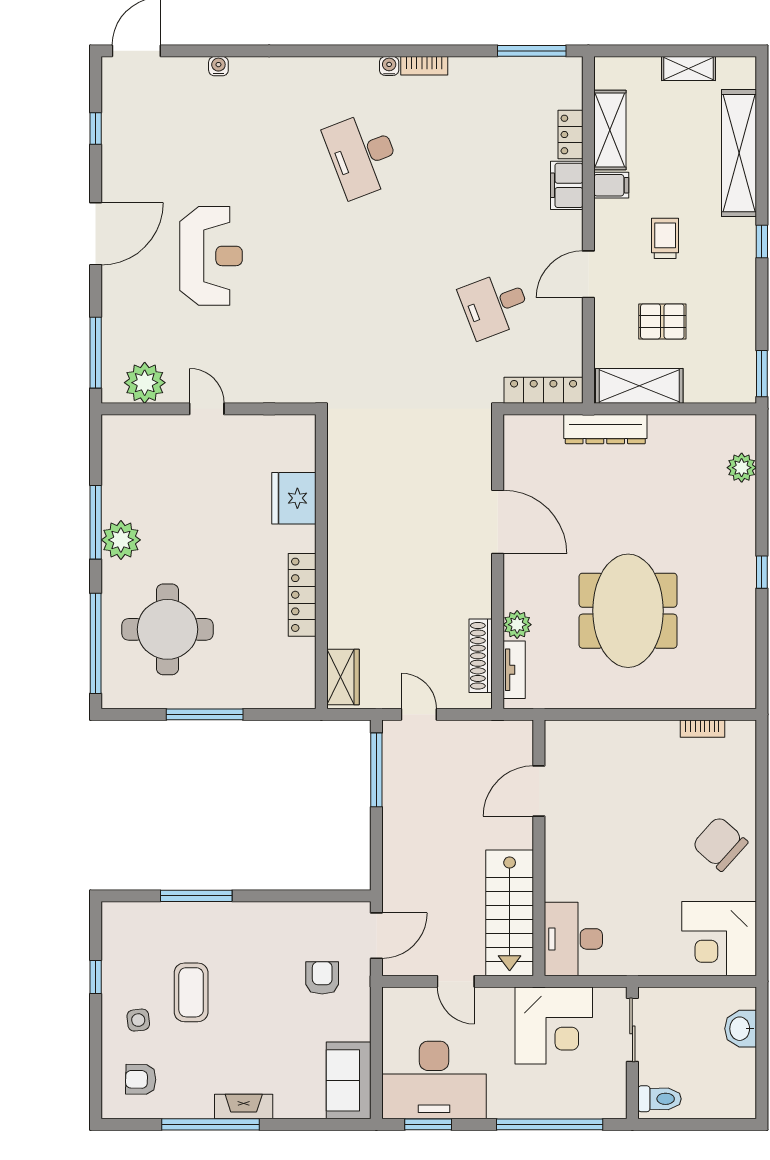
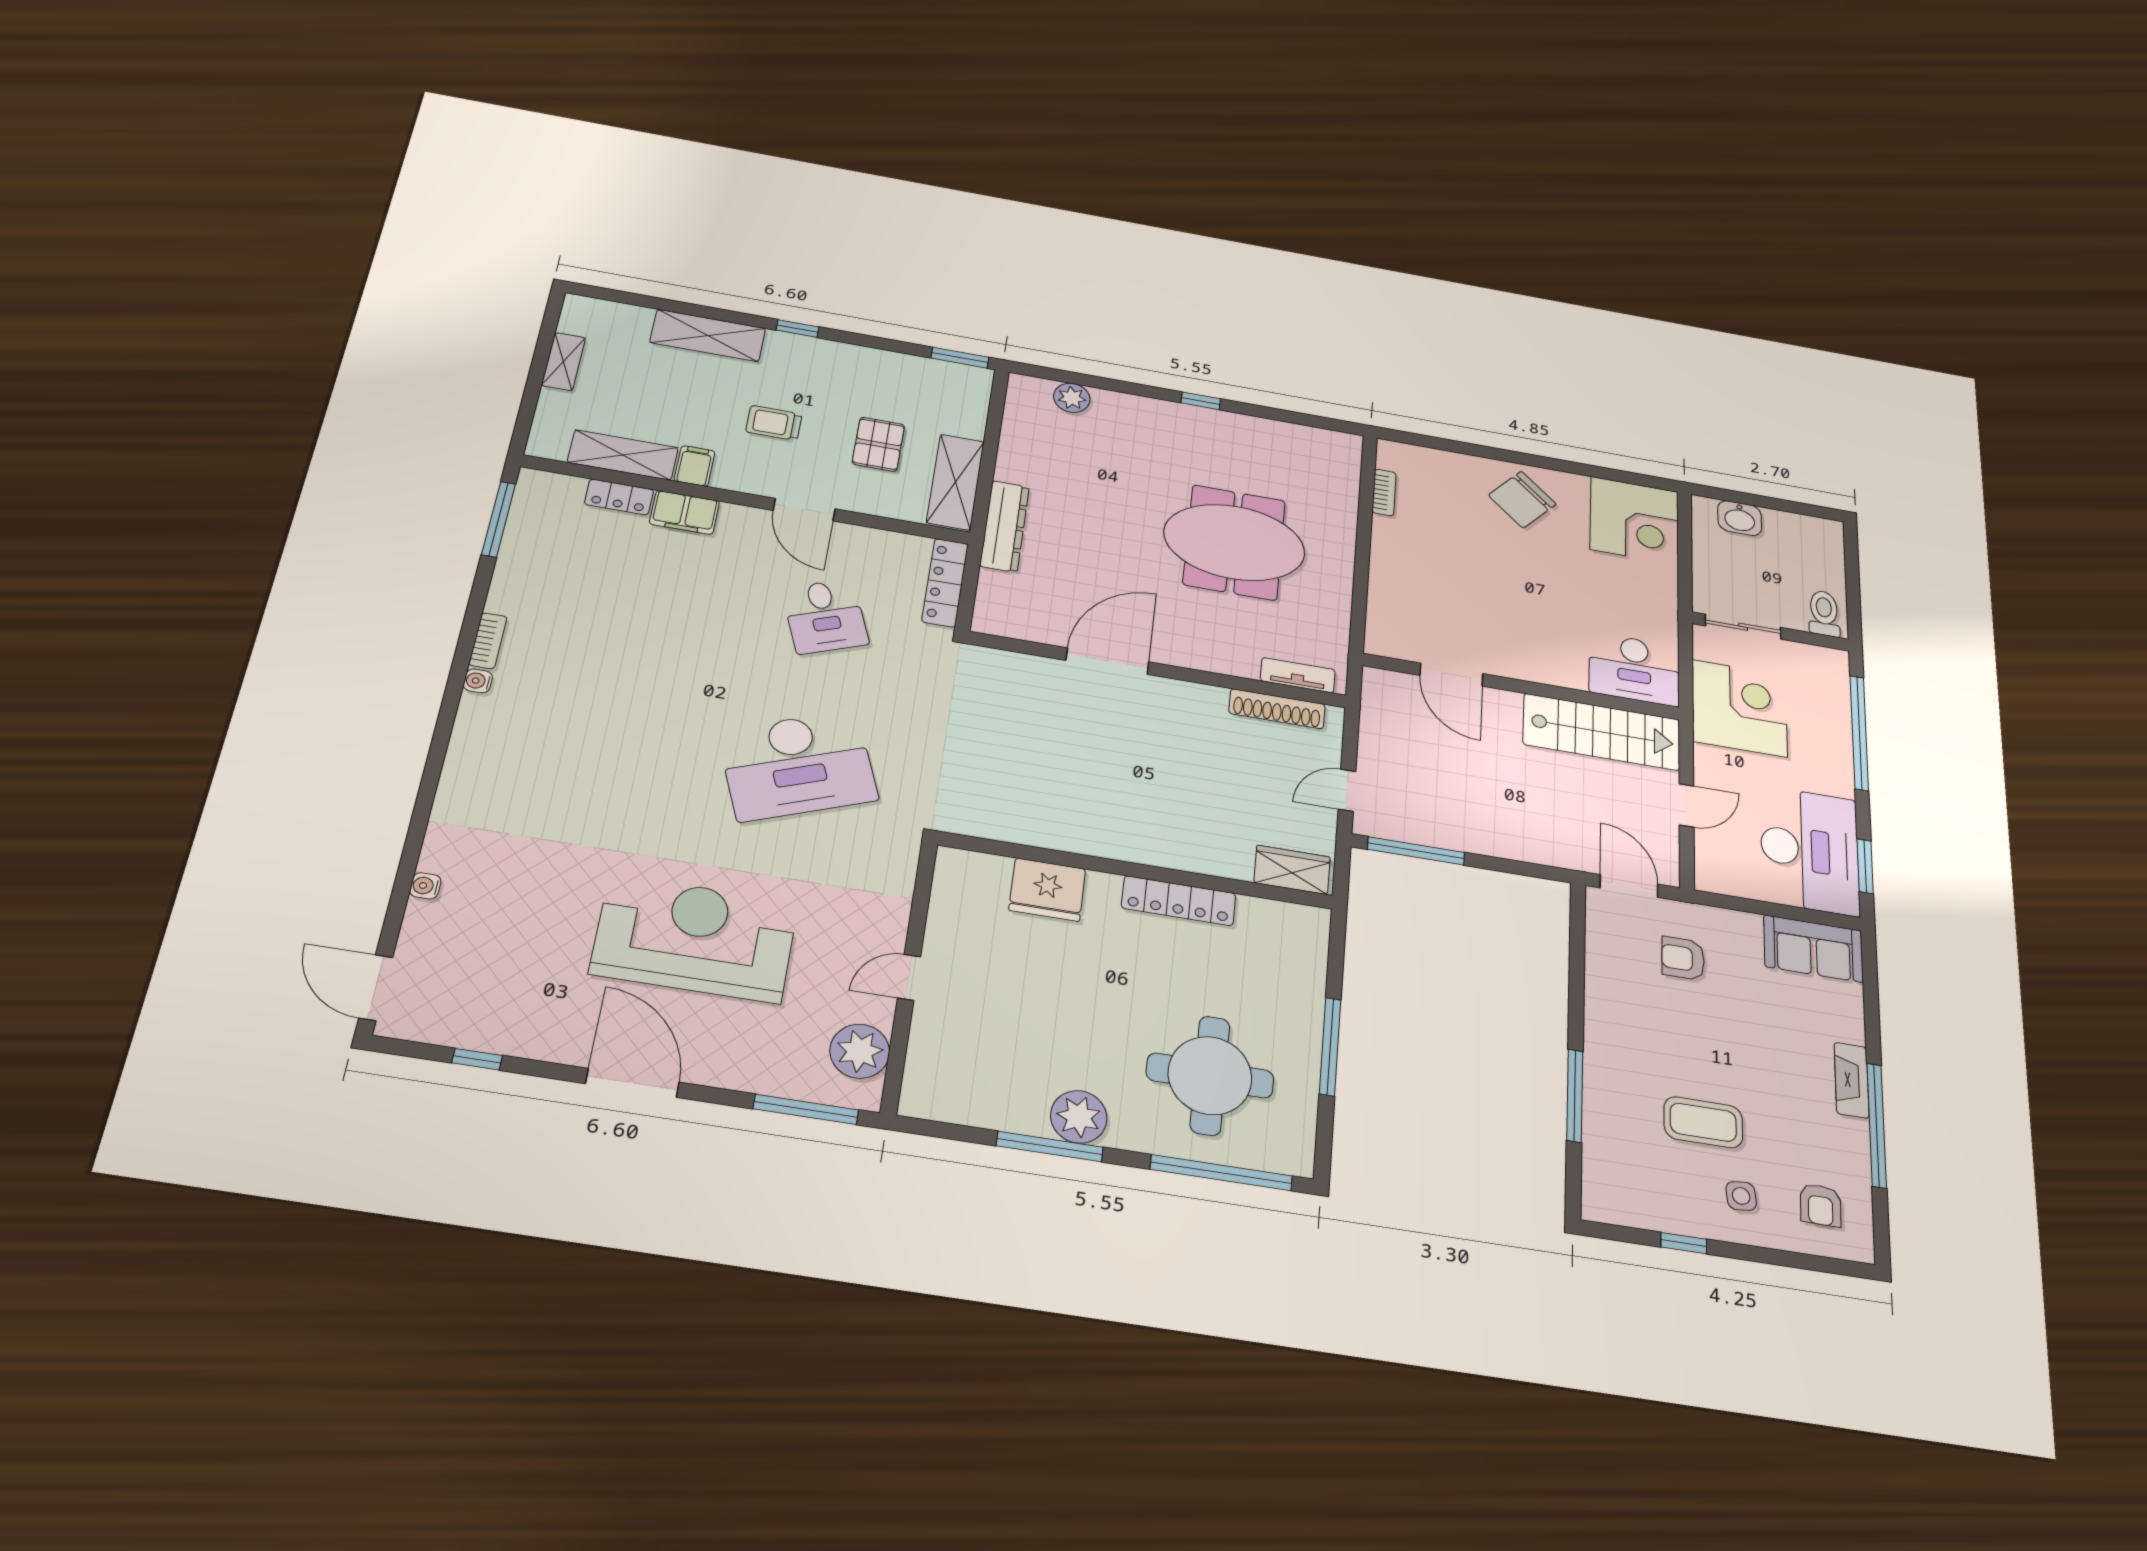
shelving: (739, 153) -> (708, 335), width x0.68
desk: (363, 155) -> (798, 765), moved, width x1.36, depth x1.30
reception desk: (211, 256) -> (695, 938), width x1.36, depth x1.30
plant: (517, 625) -> (1241, 662), removed

